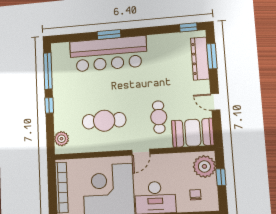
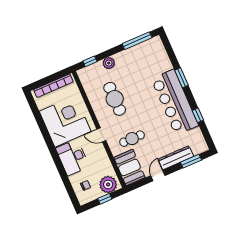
window: (188, 27) -> (198, 115), moved
bar counter: (108, 54) -> (175, 102), moved
dresser: (200, 58) -> (176, 158), moved
window: (49, 105) -> (90, 61), moved
plant: (61, 139) -> (109, 63), moved

